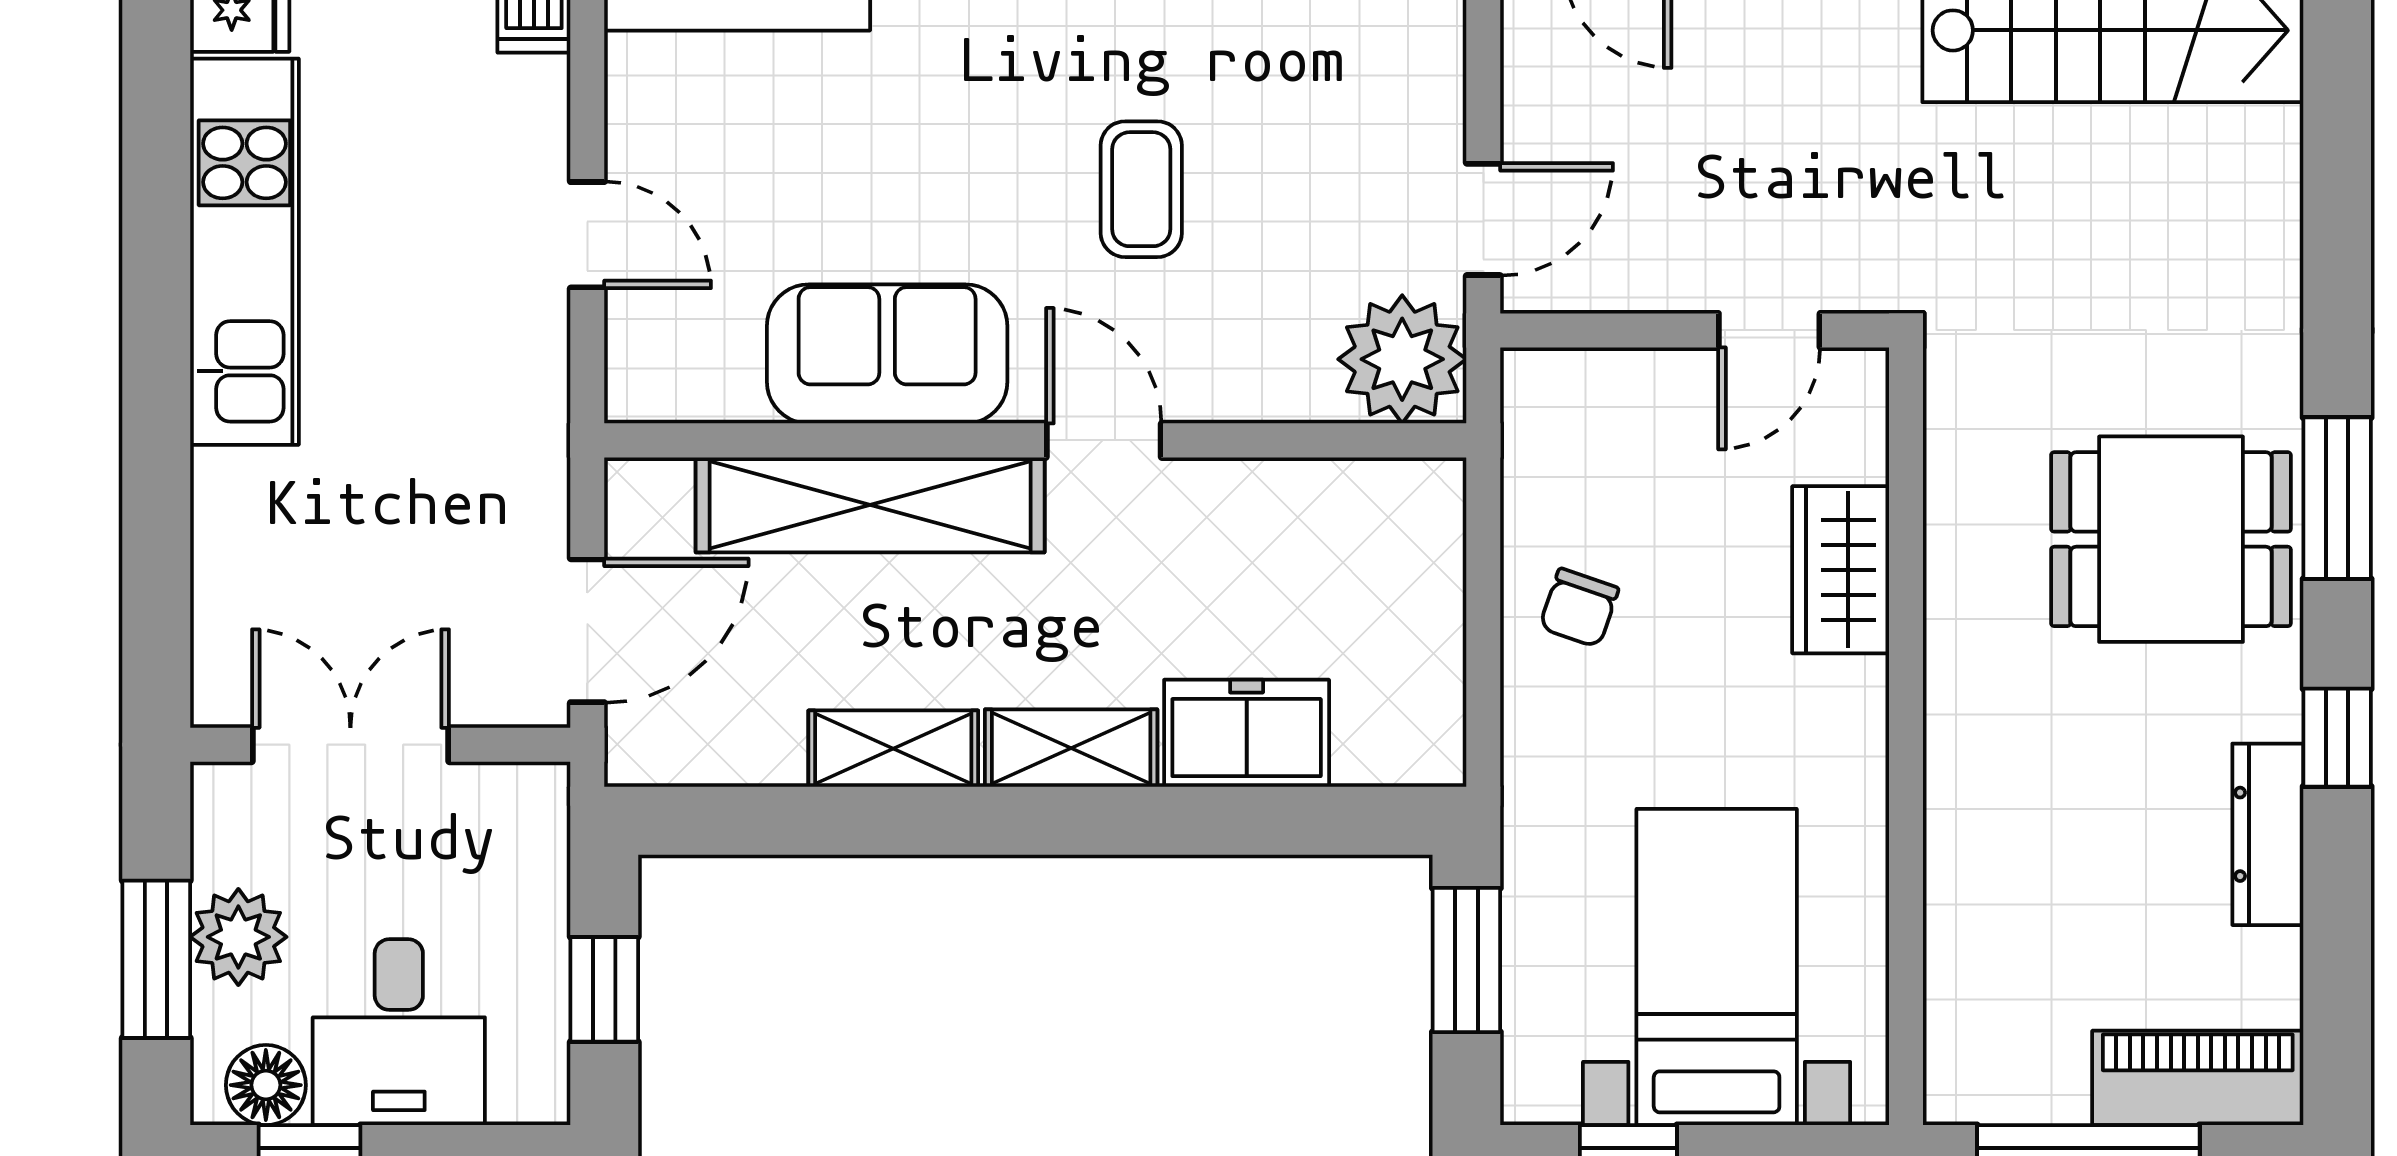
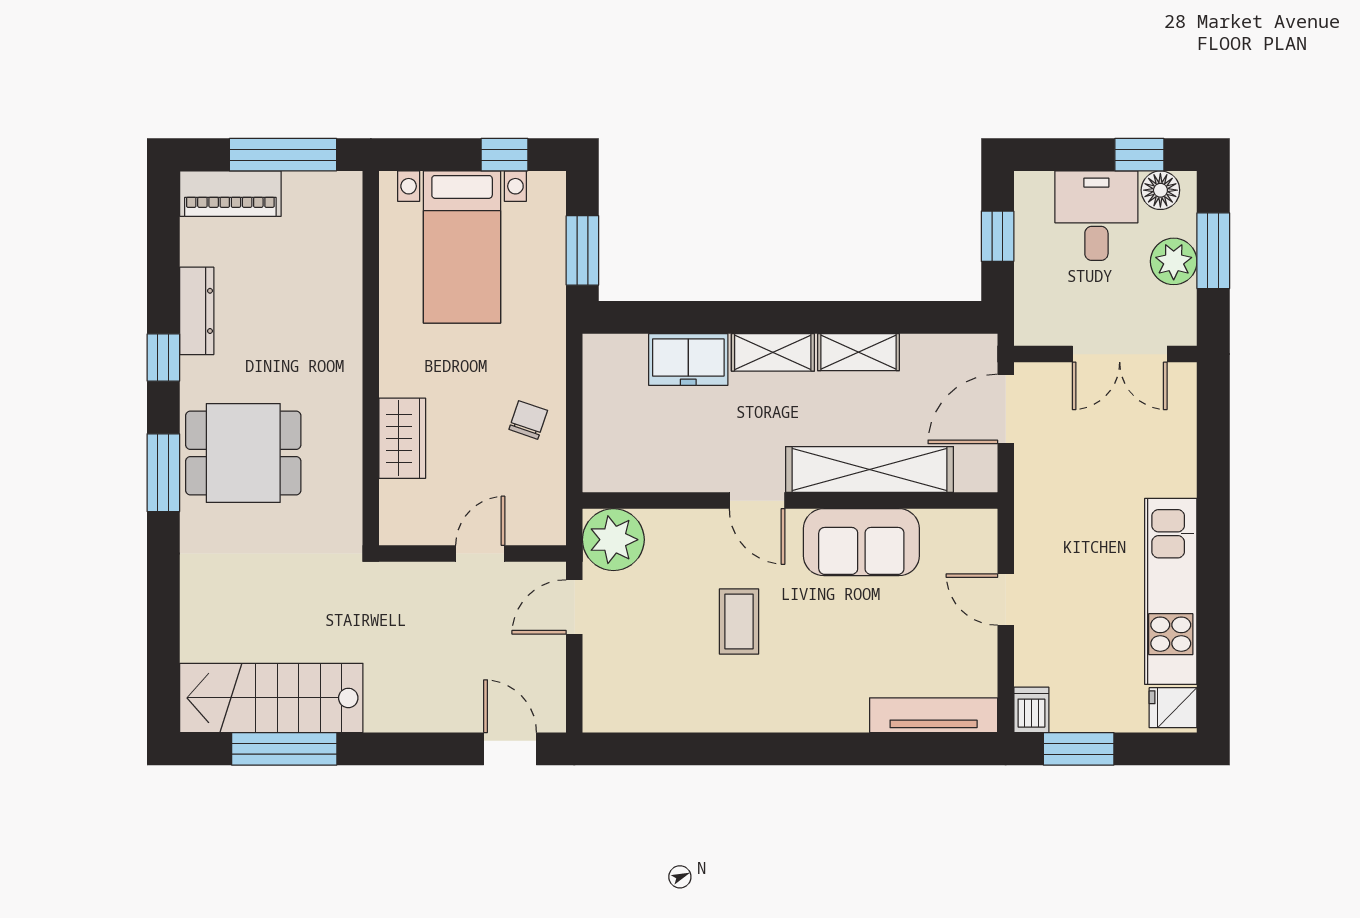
door: (1769, 330) -> (480, 553), moved

